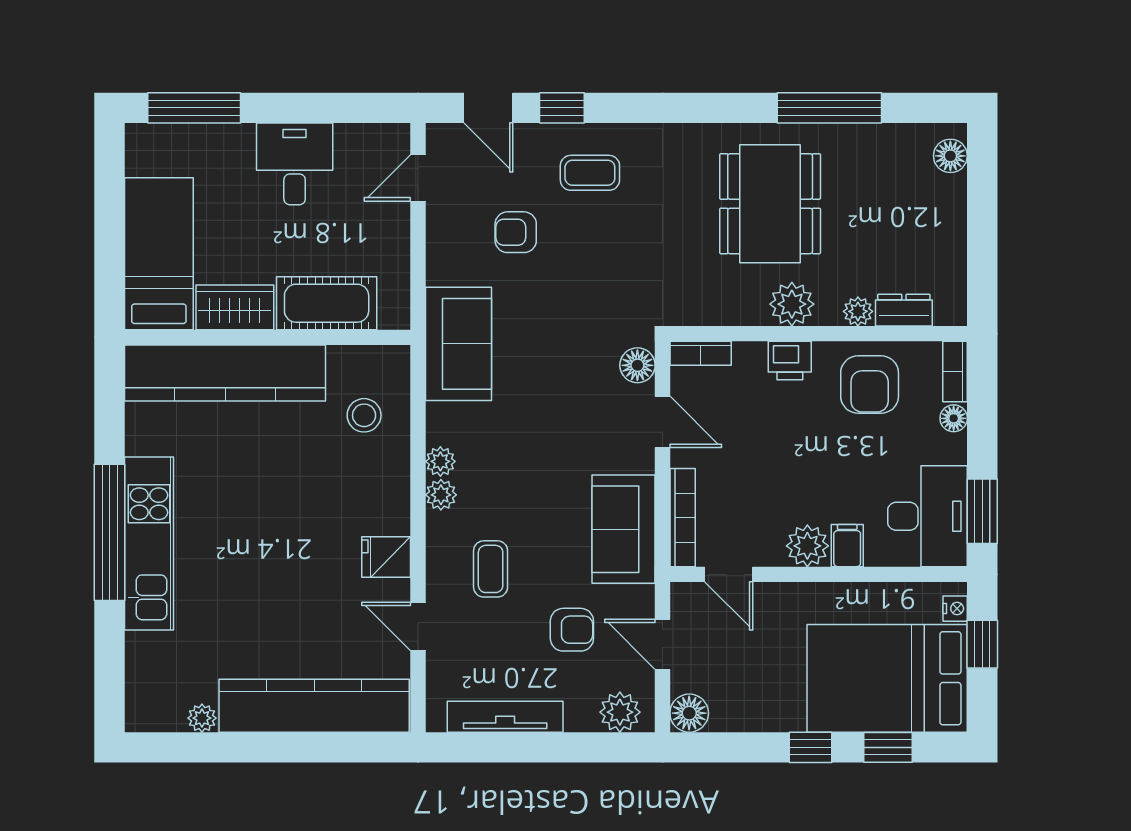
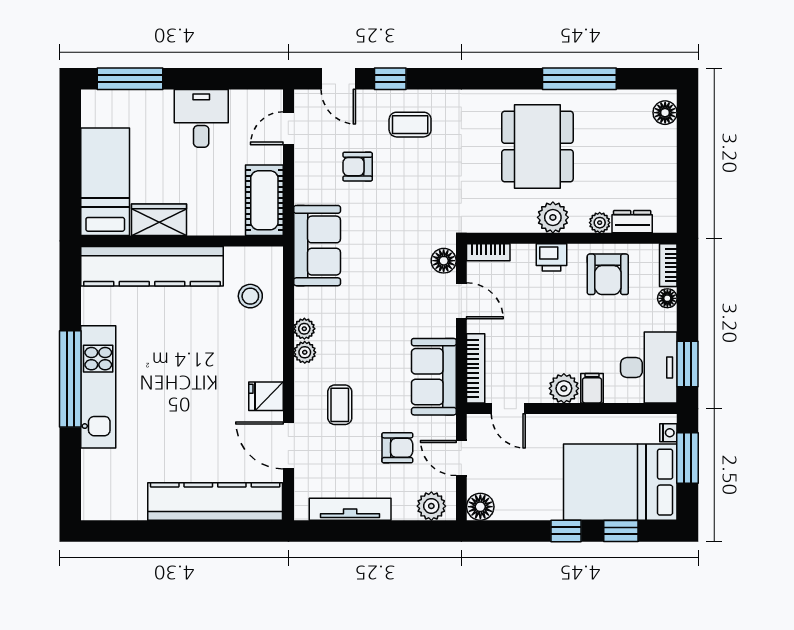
cot: (327, 303) -> (264, 200), moved, turned 90
door: (418, 626) -> (288, 445), width x1.38
window: (982, 644) -> (688, 458), width x1.50
plant: (202, 718) -> (136, 510), removed

